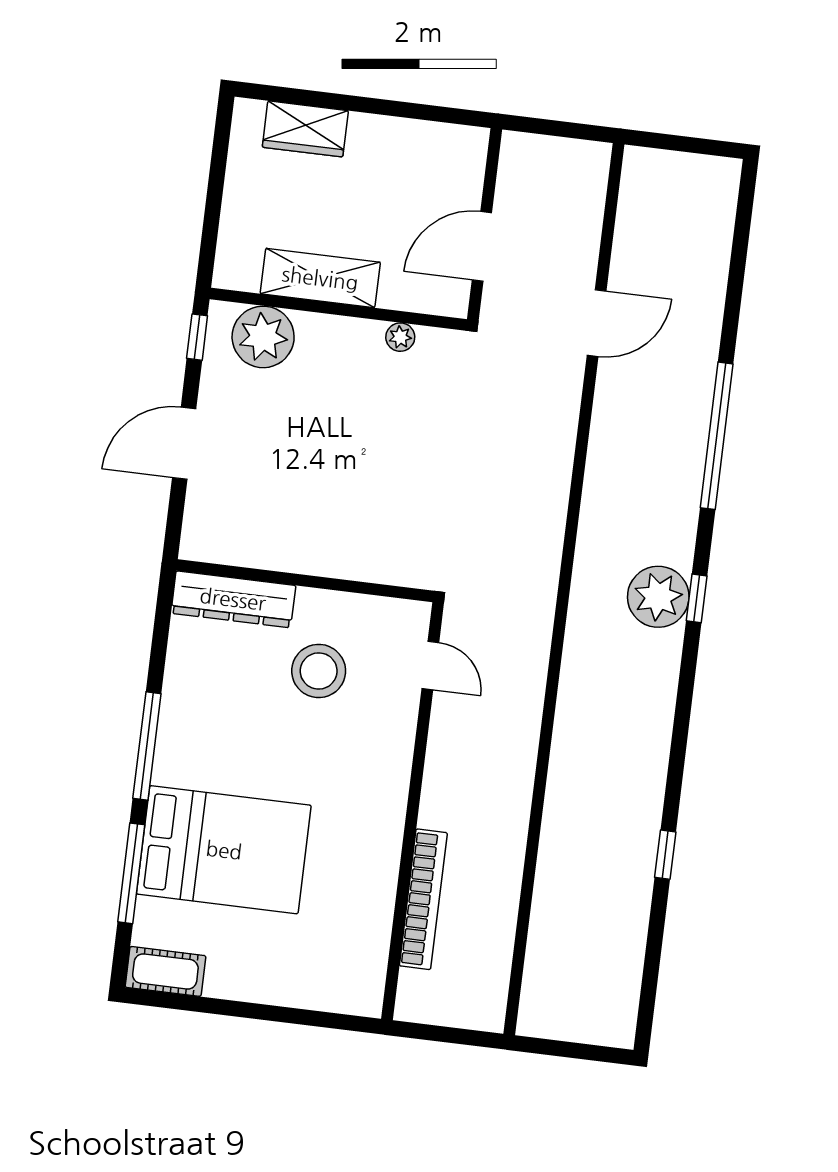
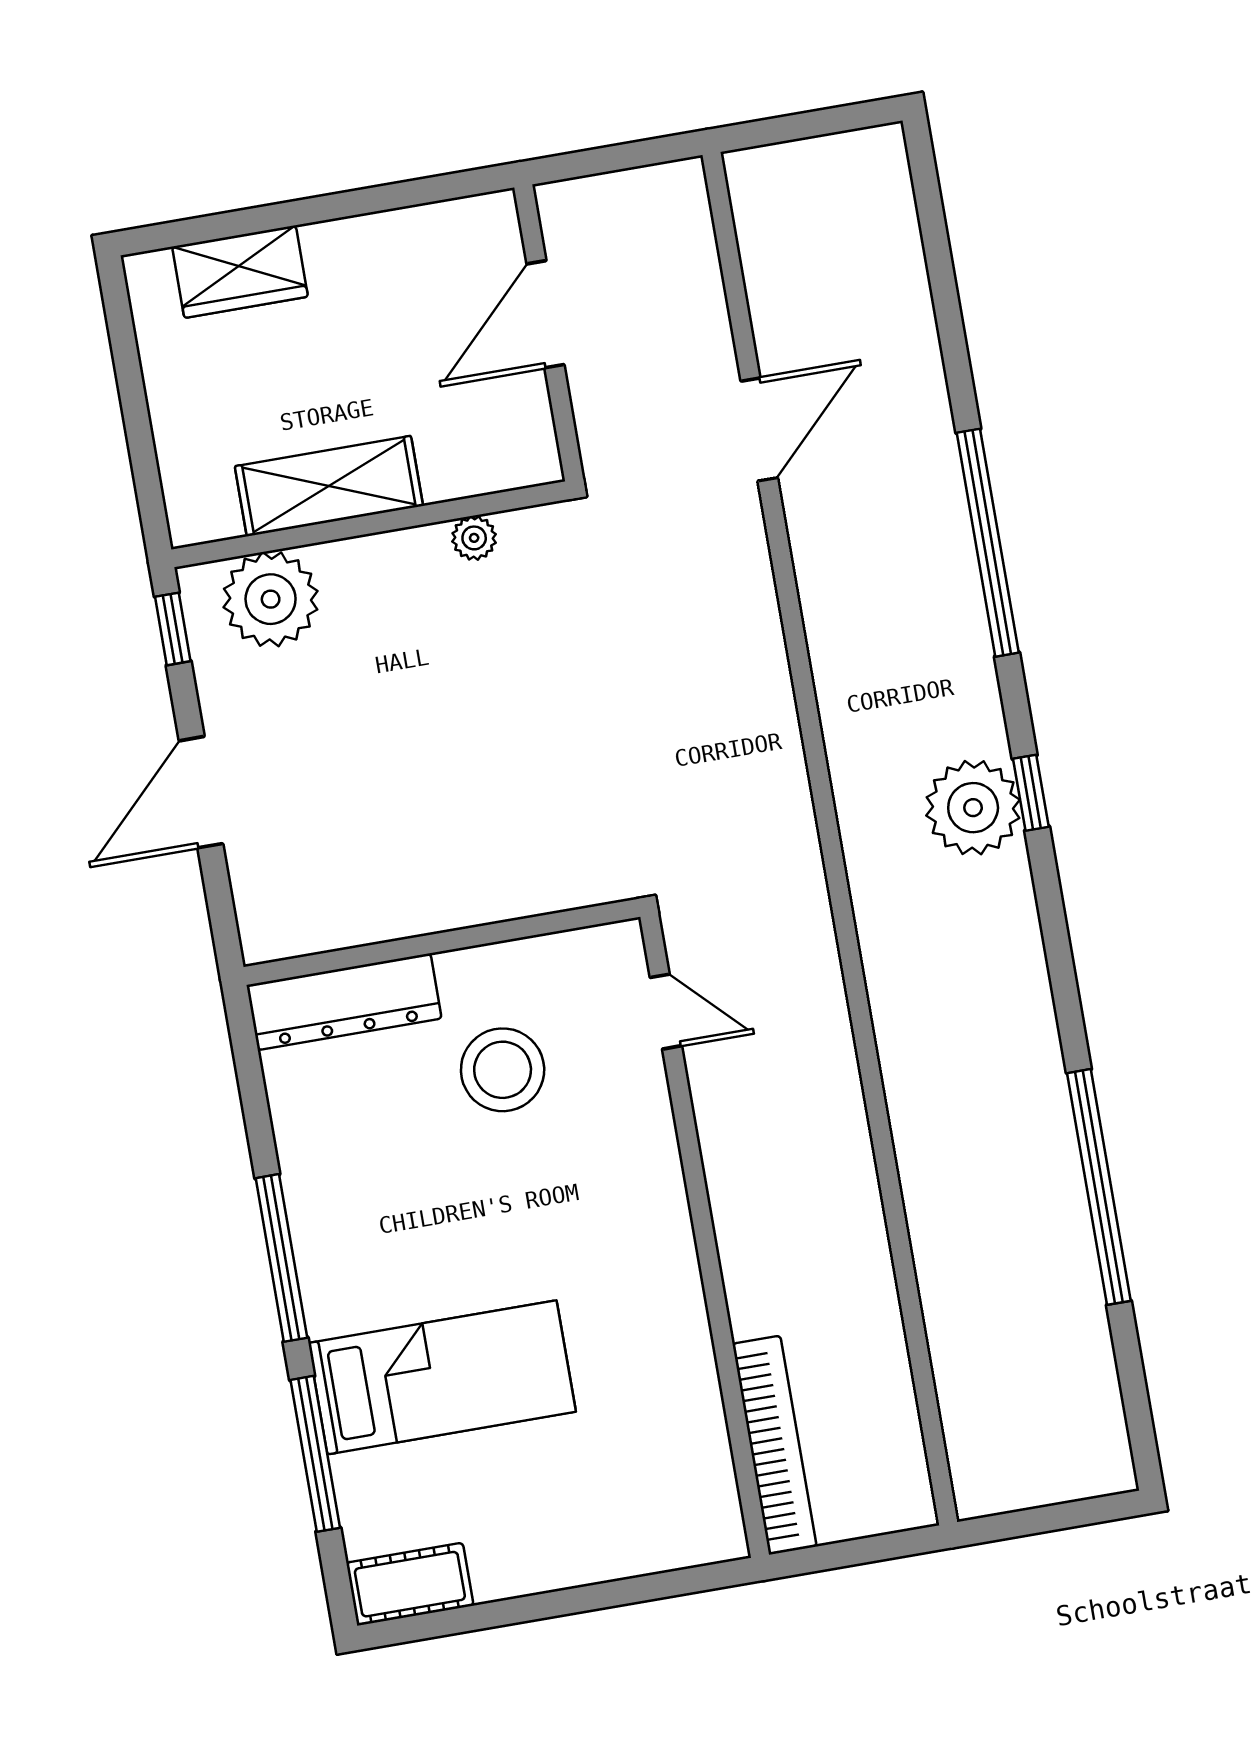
door: (482, 246) -> (545, 314), moved
bed: (224, 850) -> (442, 1377), width x0.67
window: (665, 855) -> (1099, 1187), width x3.17
bookcase: (423, 899) -> (775, 1445), moved

